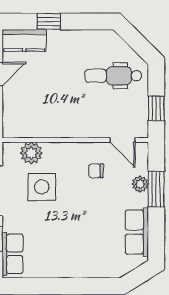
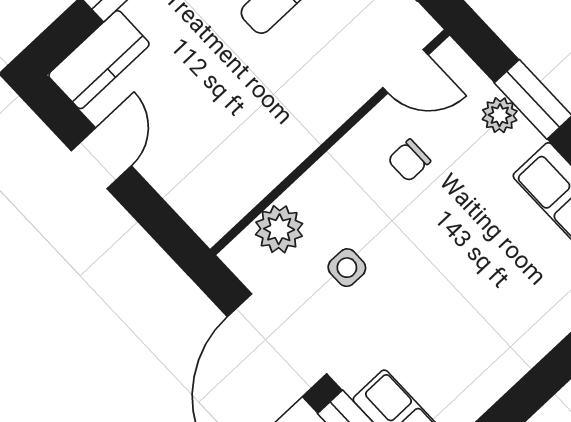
side table: (42, 187) -> (347, 268), width x0.54, depth x0.54

